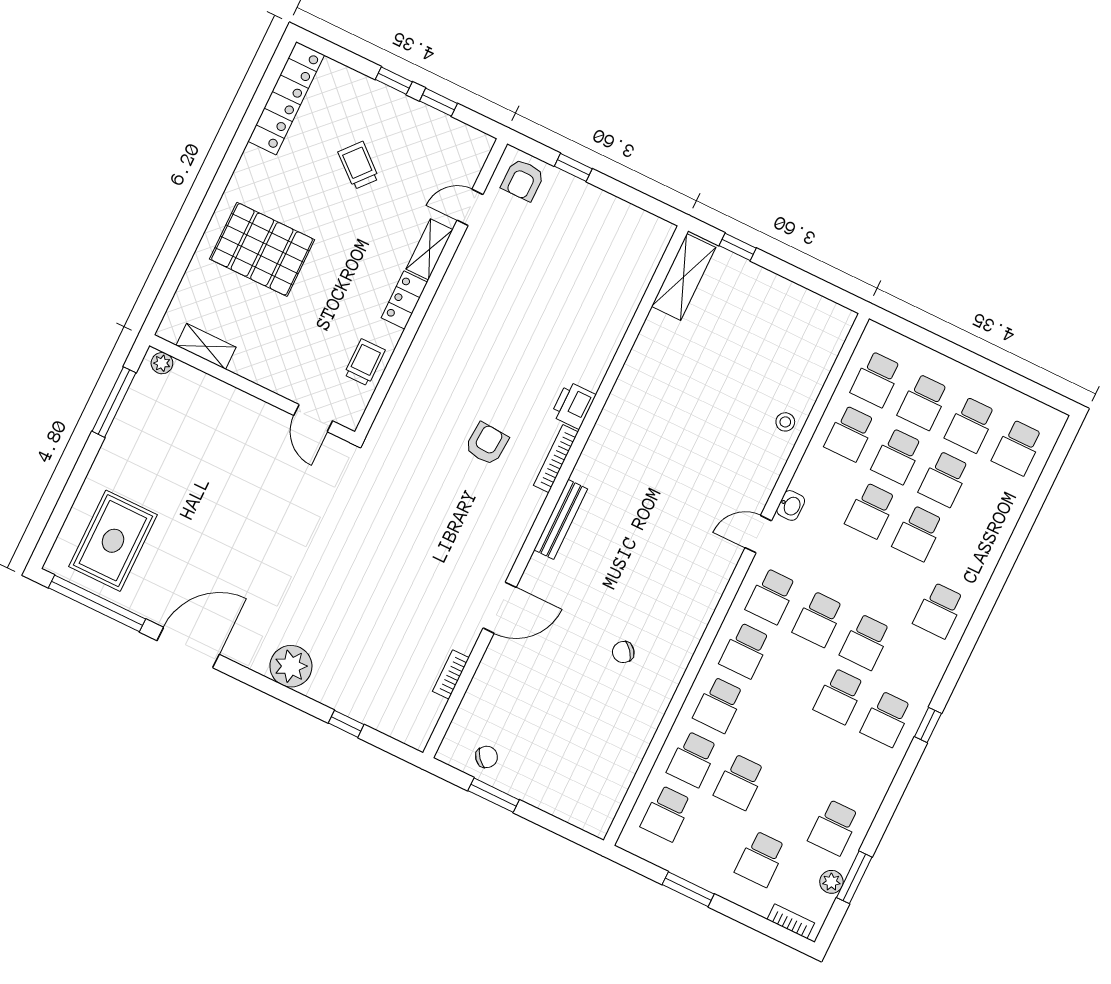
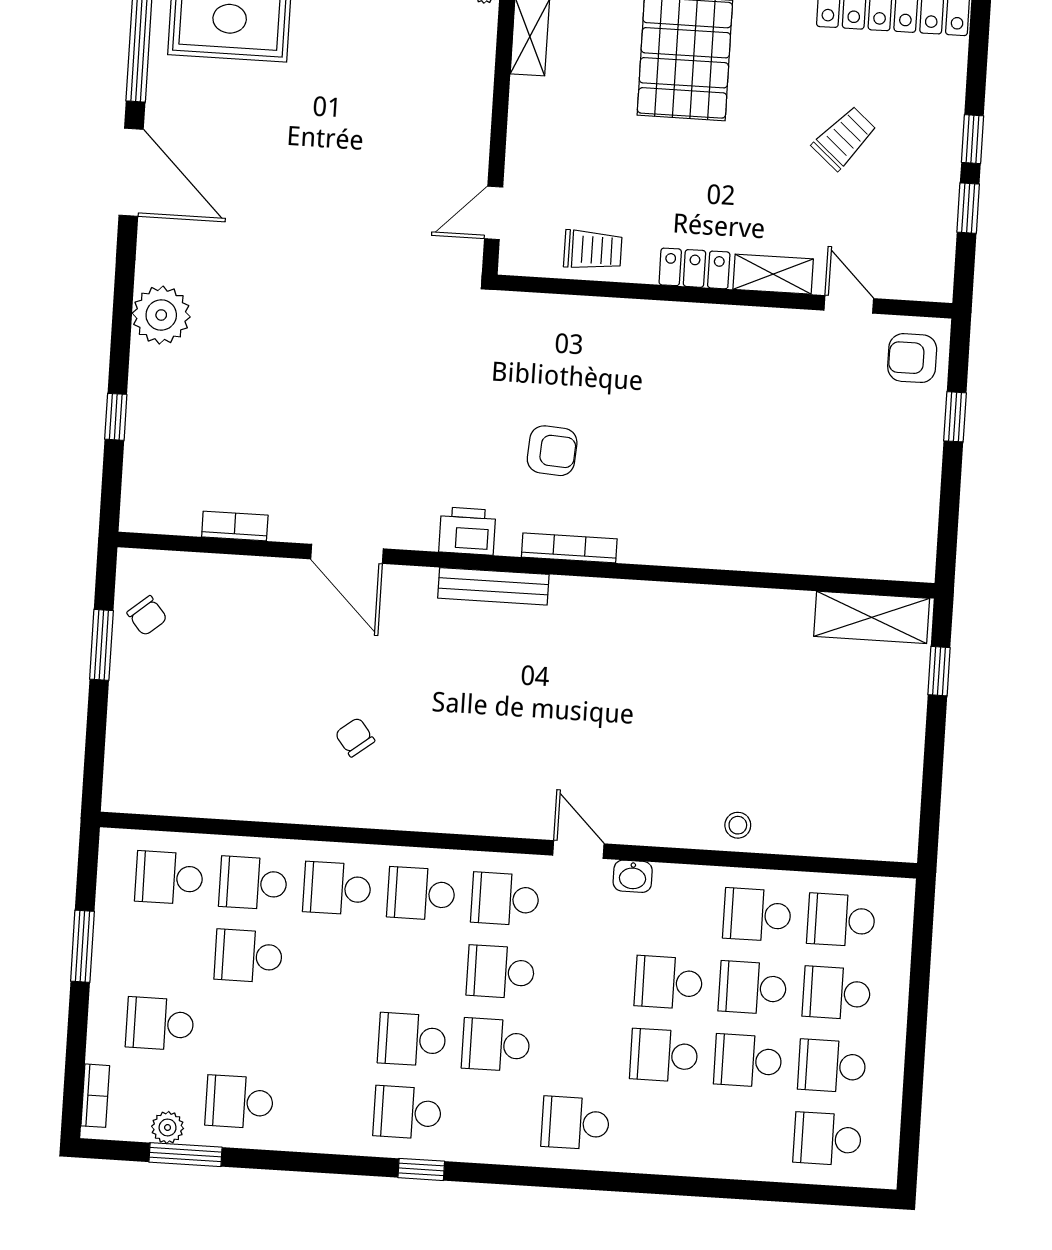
printer: (573, 405) -> (467, 531), moved

